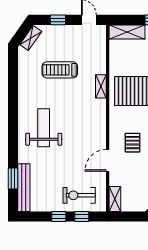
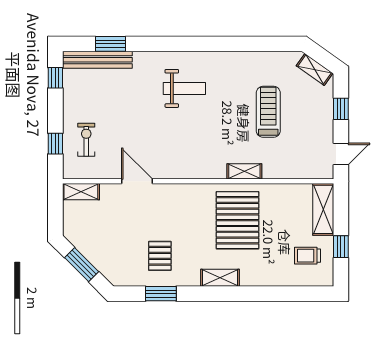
weight bench: (44, 128) -> (184, 88), width x0.73, depth x0.75
pallet: (132, 143) -> (163, 217), removed
exercise bike: (79, 195) -> (86, 140), width x0.73, depth x0.72
window: (59, 217) -> (55, 78), moved

